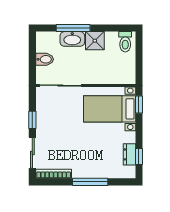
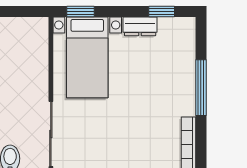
dresser: (129, 154) -> (140, 26), moved

